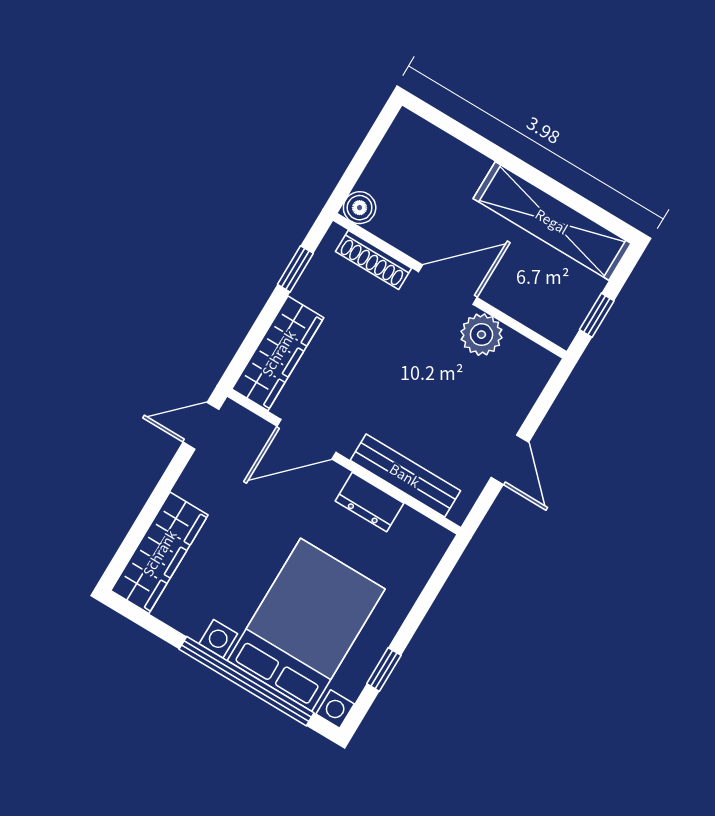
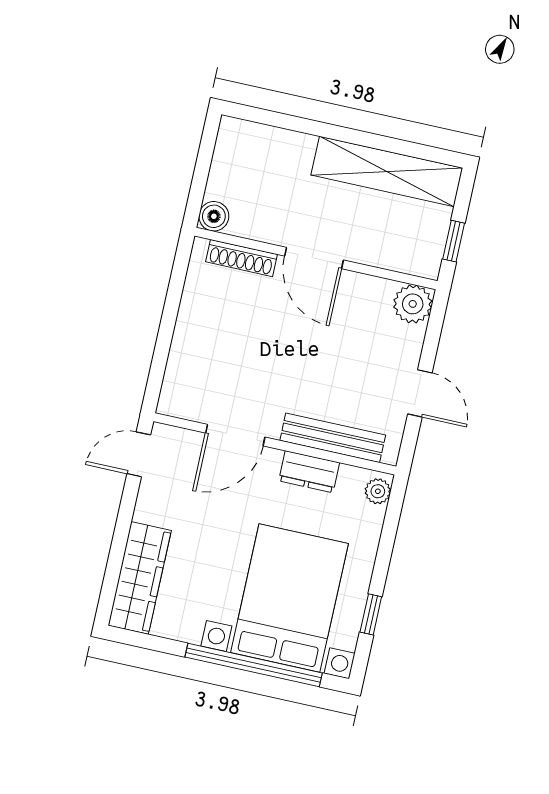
window: (295, 269) -> (175, 289), removed
door: (448, 285) -> (314, 258), swing flipped
plant: (481, 335) -> (413, 304), moved
wardrobe: (278, 353) -> (185, 368), removed
plant: (433, 546) -> (378, 491), added

